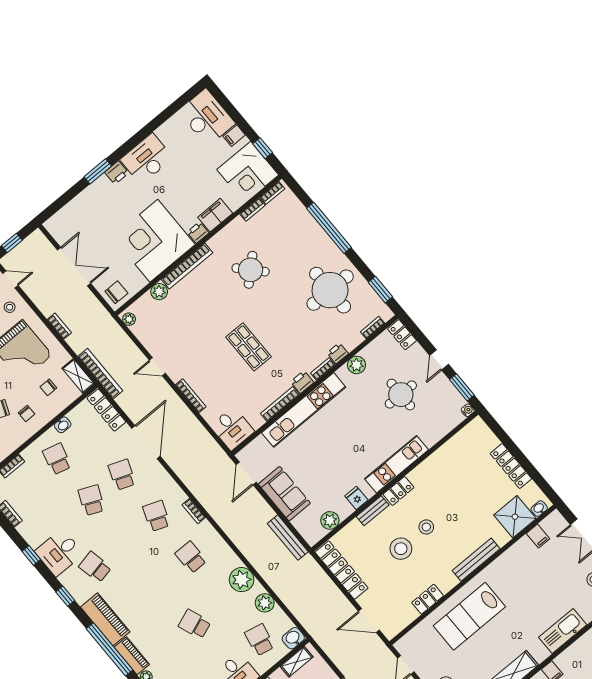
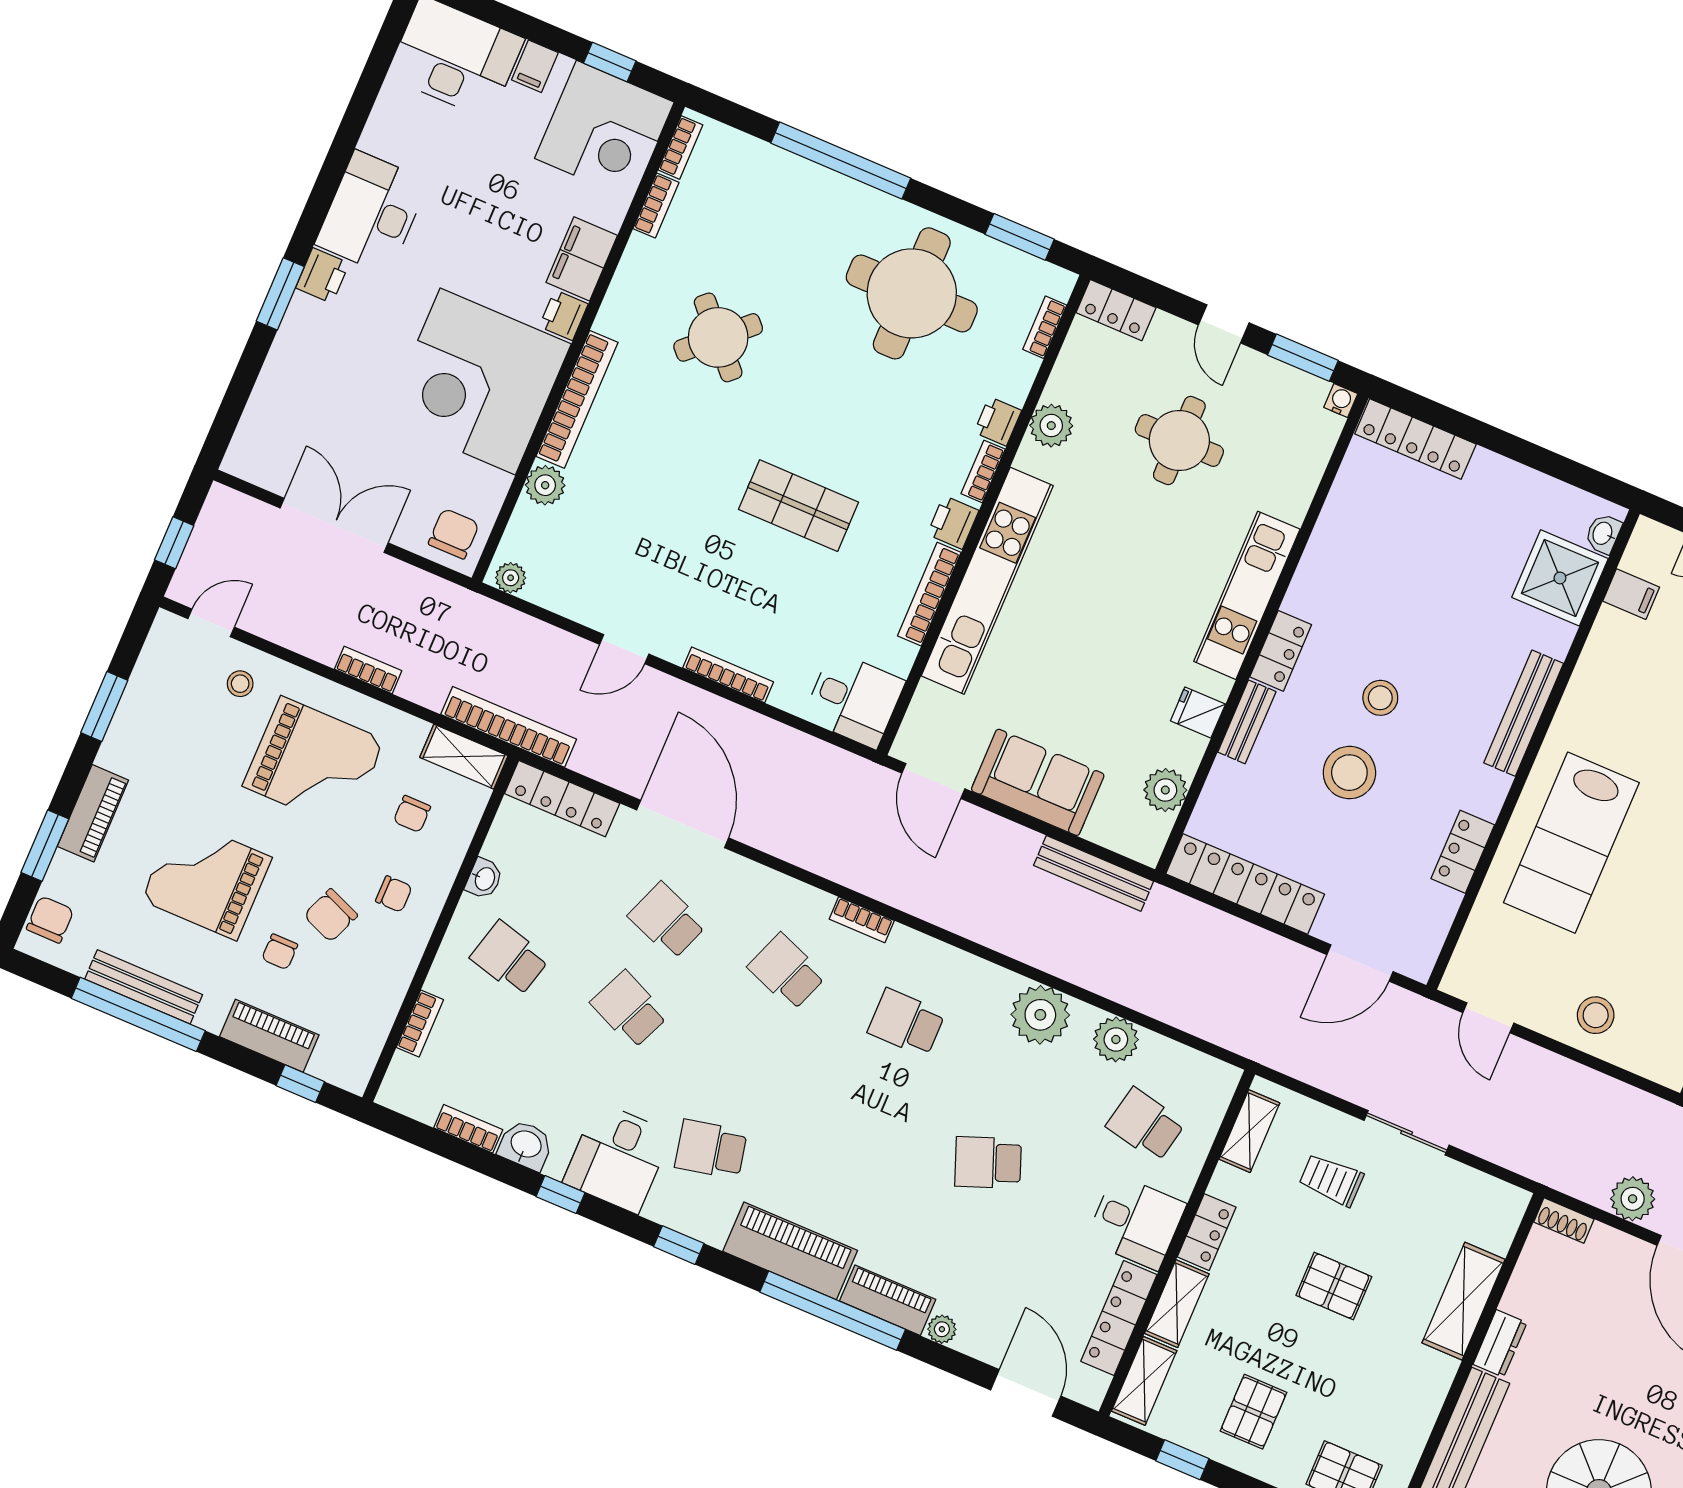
locker: (511, 466) -> (1415, 439), moved
washbasin: (293, 638) -> (526, 1145), moved, turned 90

